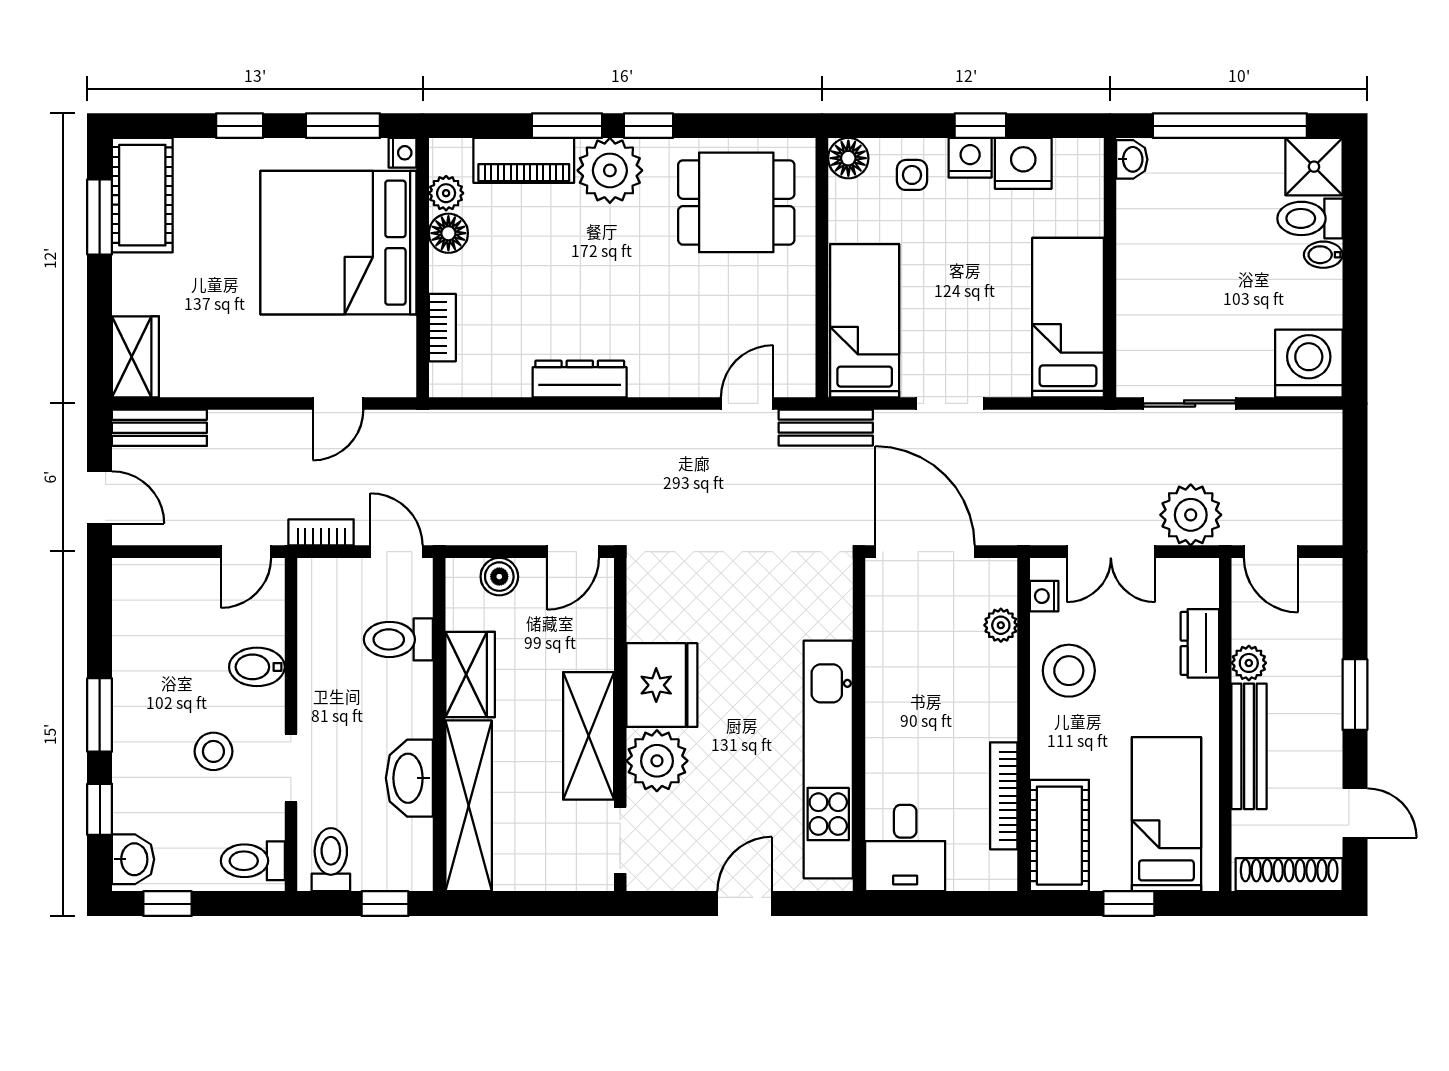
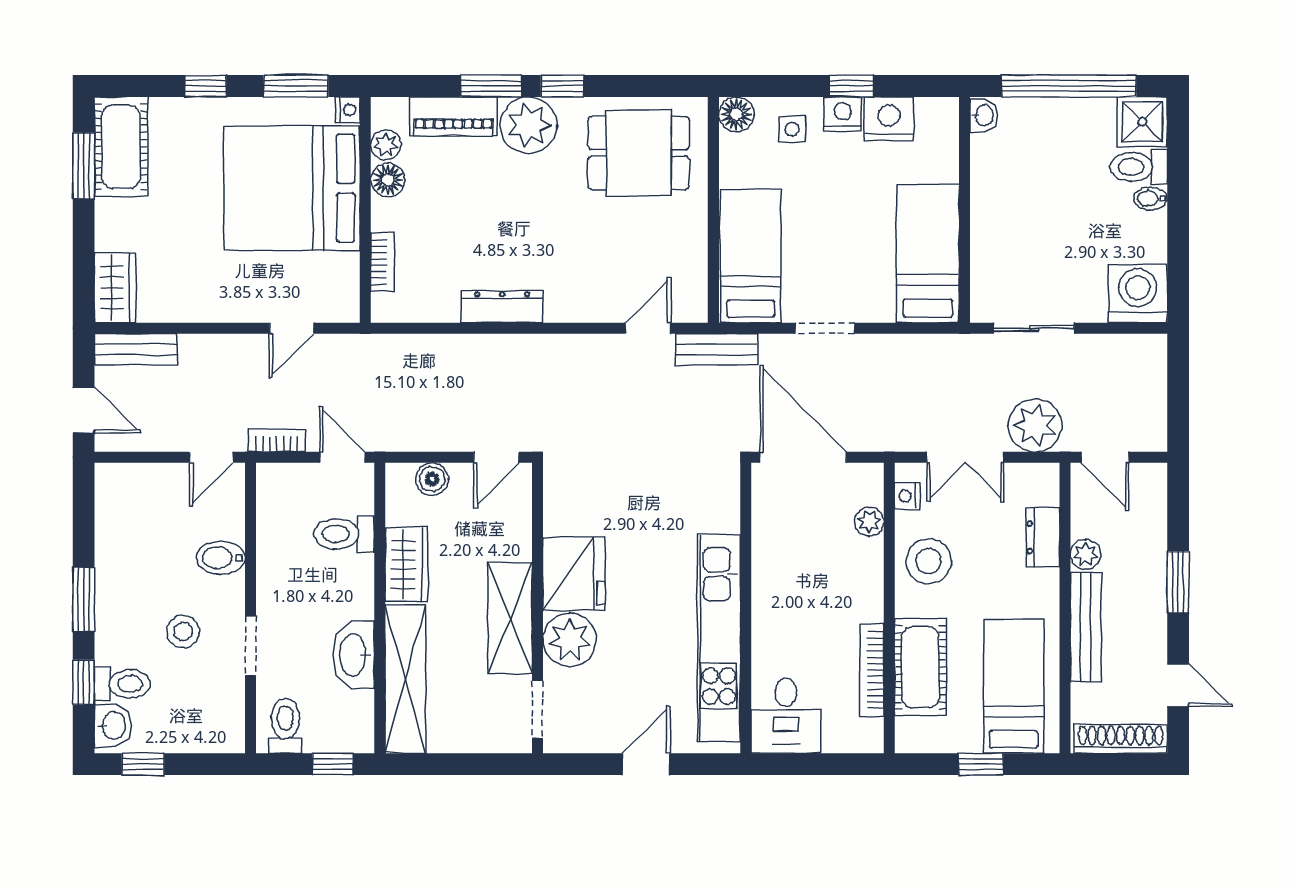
cot: (1059, 836) -> (920, 667), moved
toilet: (253, 861) -> (122, 684), moved, turned 180

